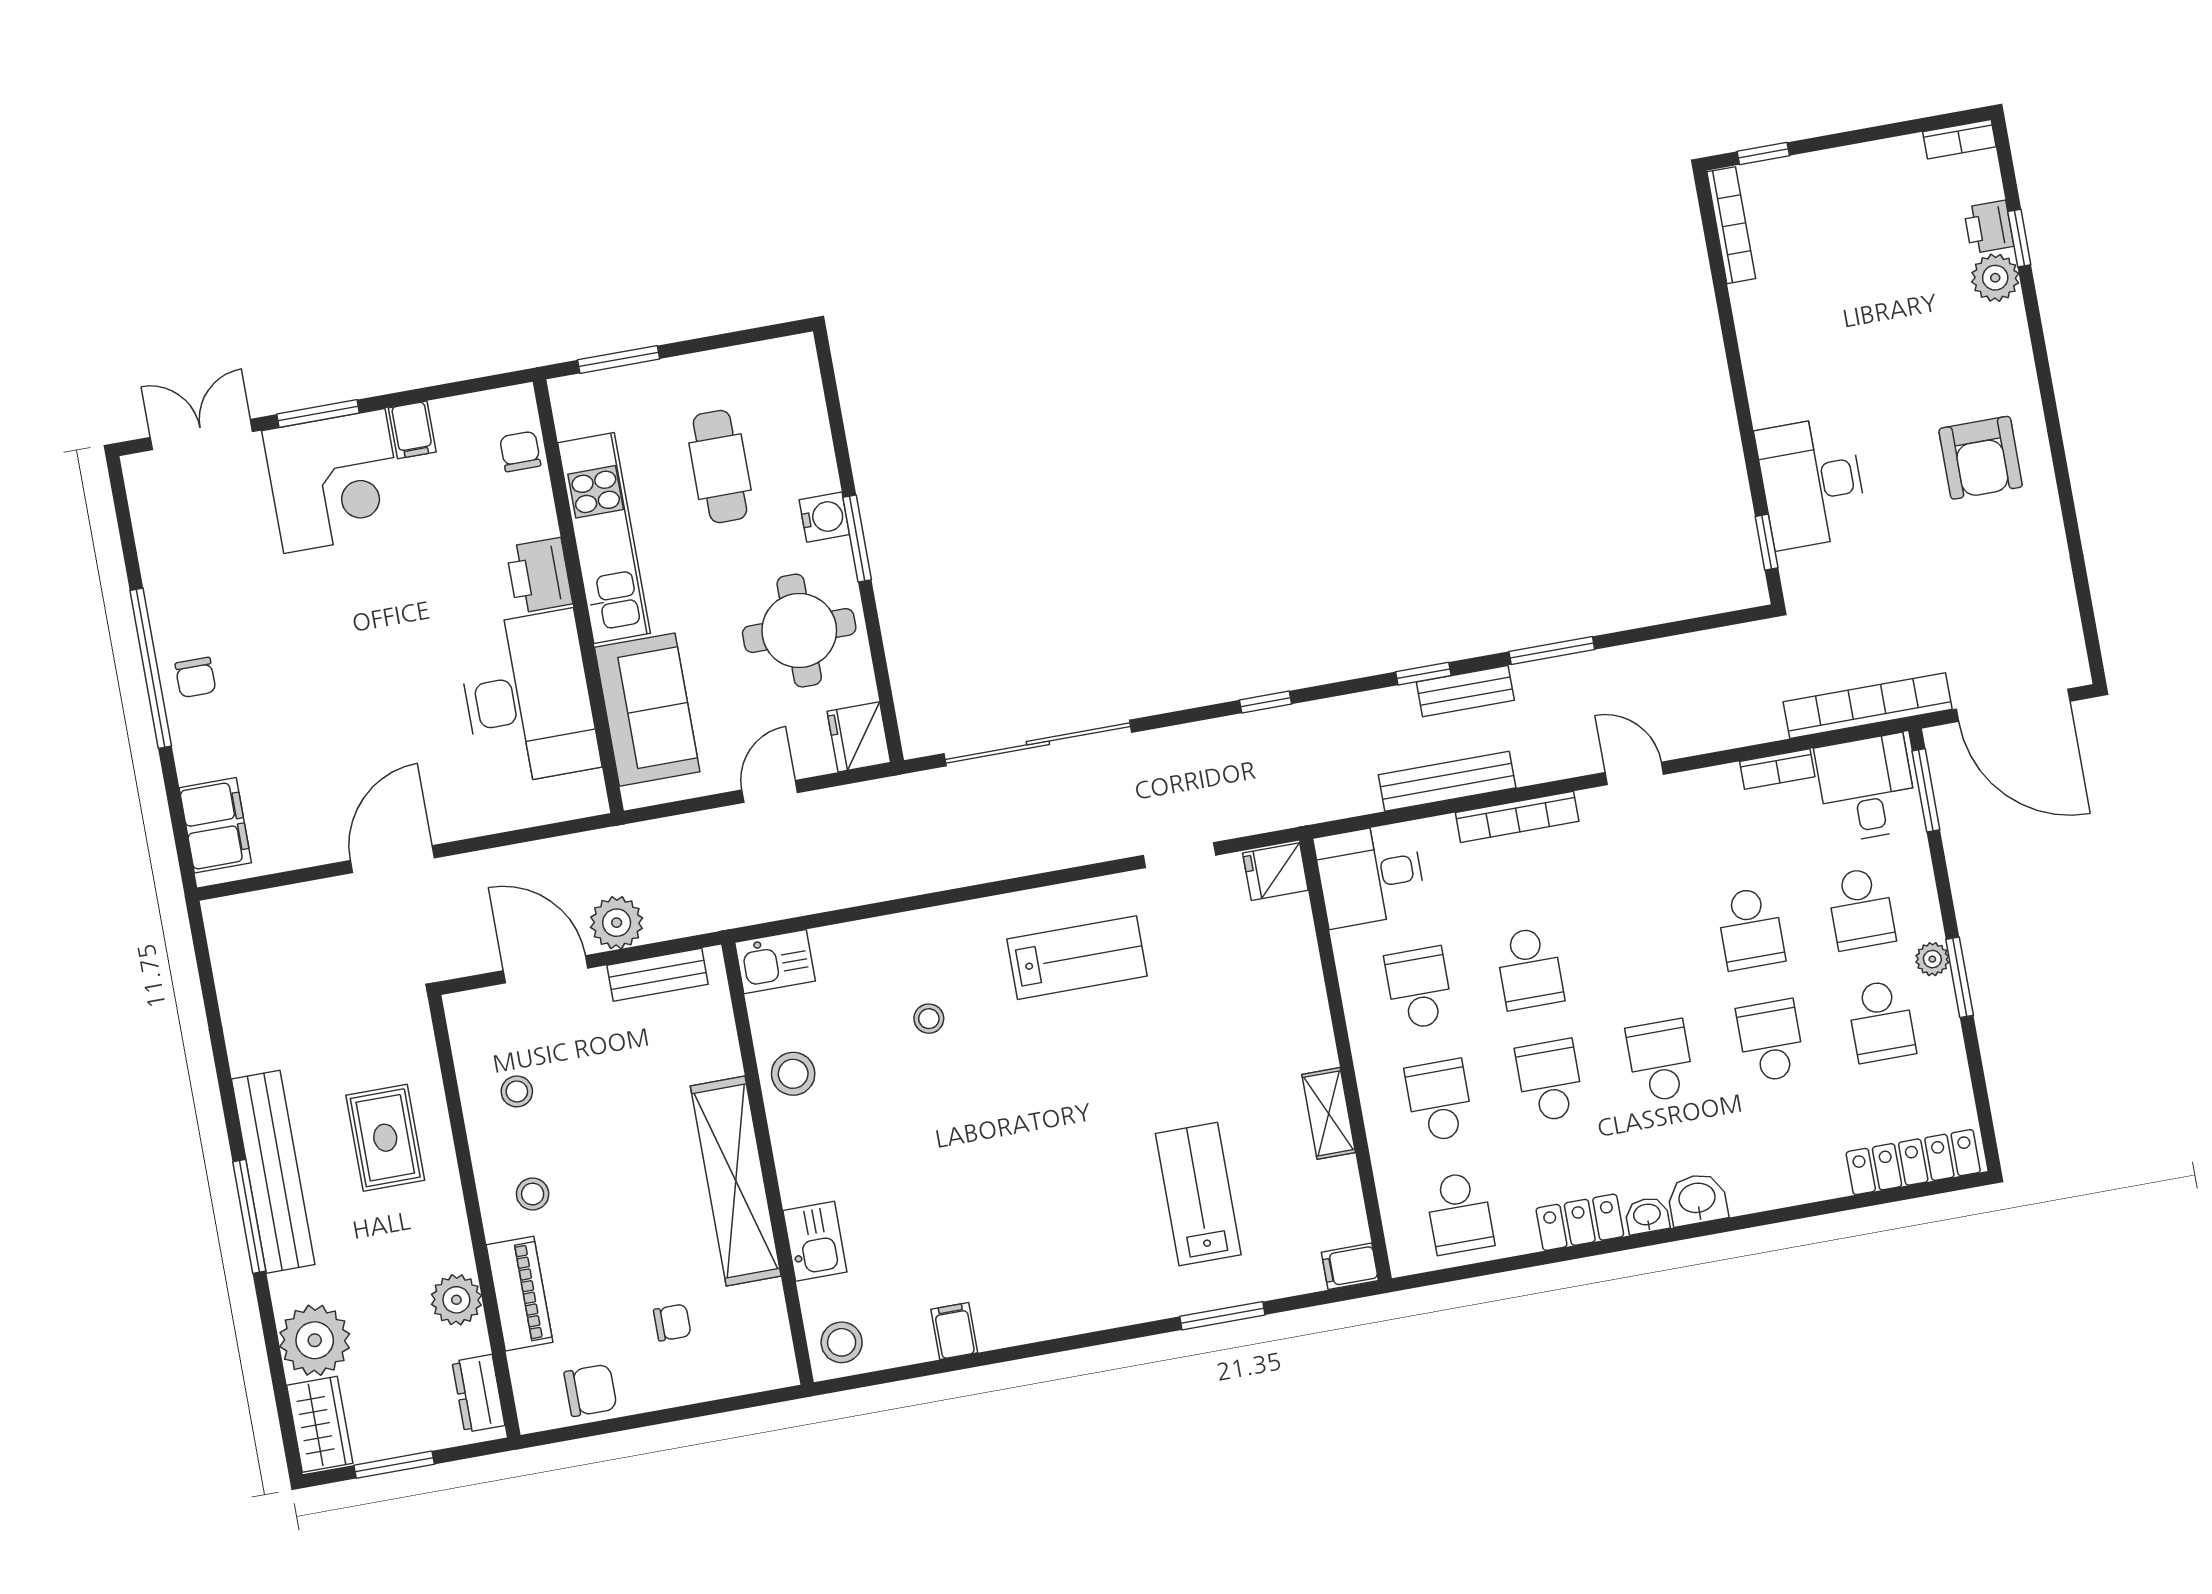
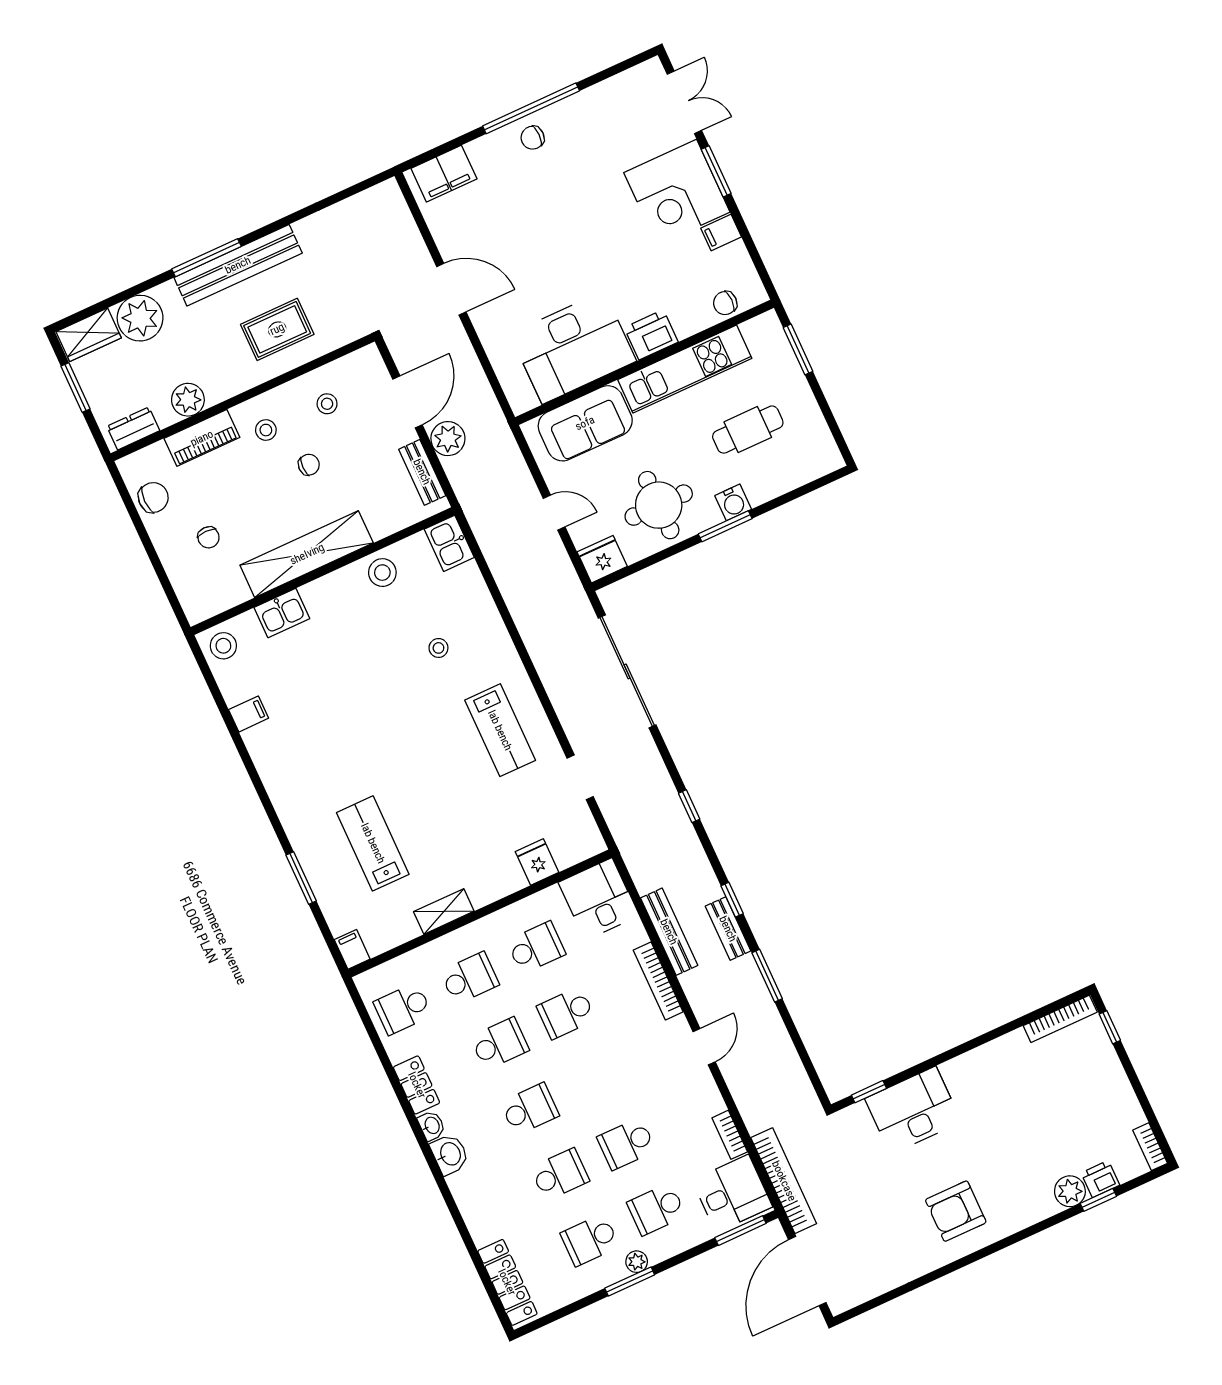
chair: (520, 451) -> (725, 303), turned 180
fridge: (1275, 872) -> (537, 862), moved
chair: (602, 1143) -> (309, 465), added
lab bench: (1198, 1194) -> (373, 843), turned -90
chair: (590, 1390) -> (153, 497), turned -90

